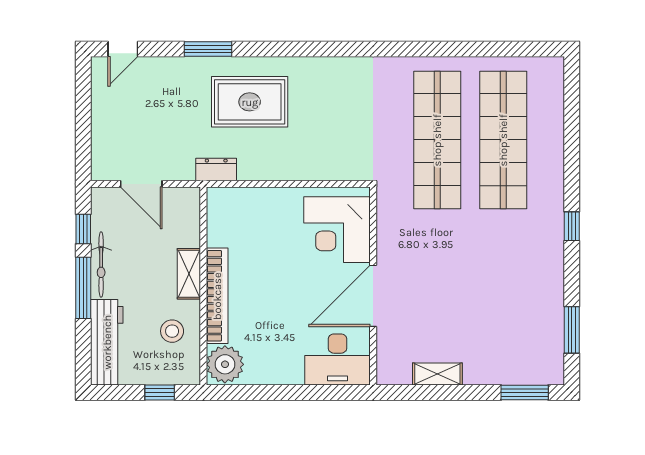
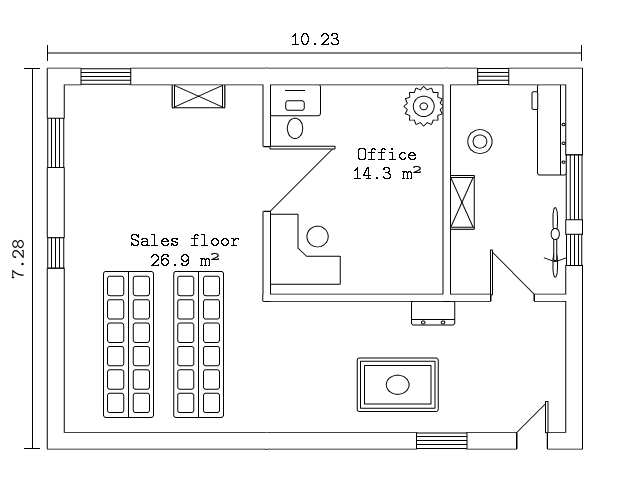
bicycle: (101, 265) -> (555, 242), moved
bookcase: (217, 296) -> (432, 179), removed
desk: (337, 359) -> (295, 111), width x0.73

